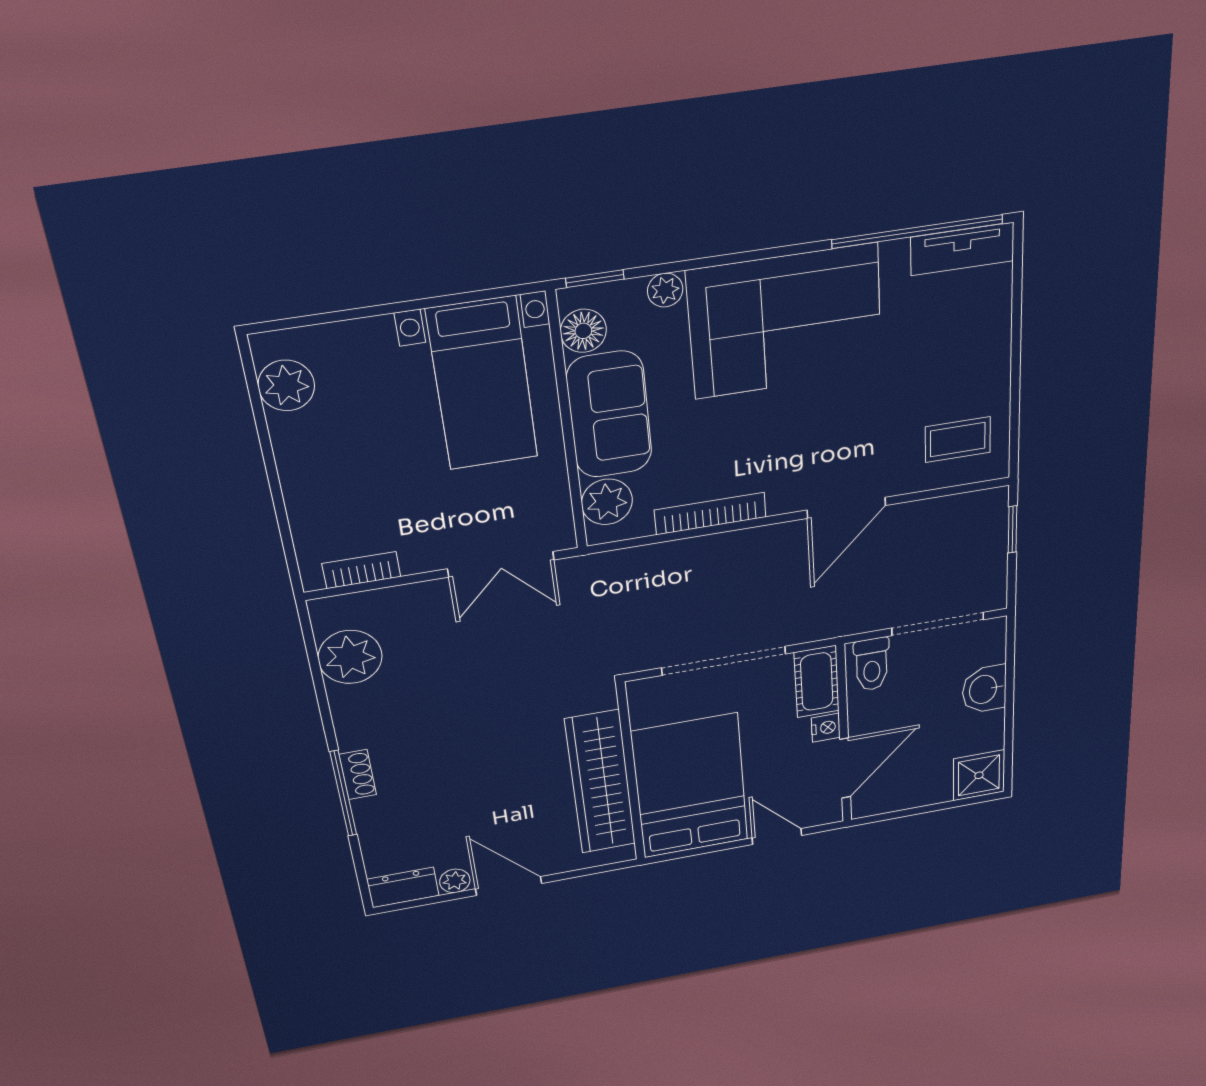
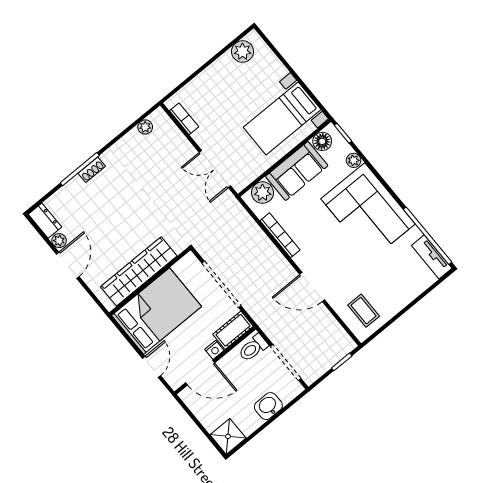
plant: (350, 657) -> (145, 127), width x0.53, depth x0.53

